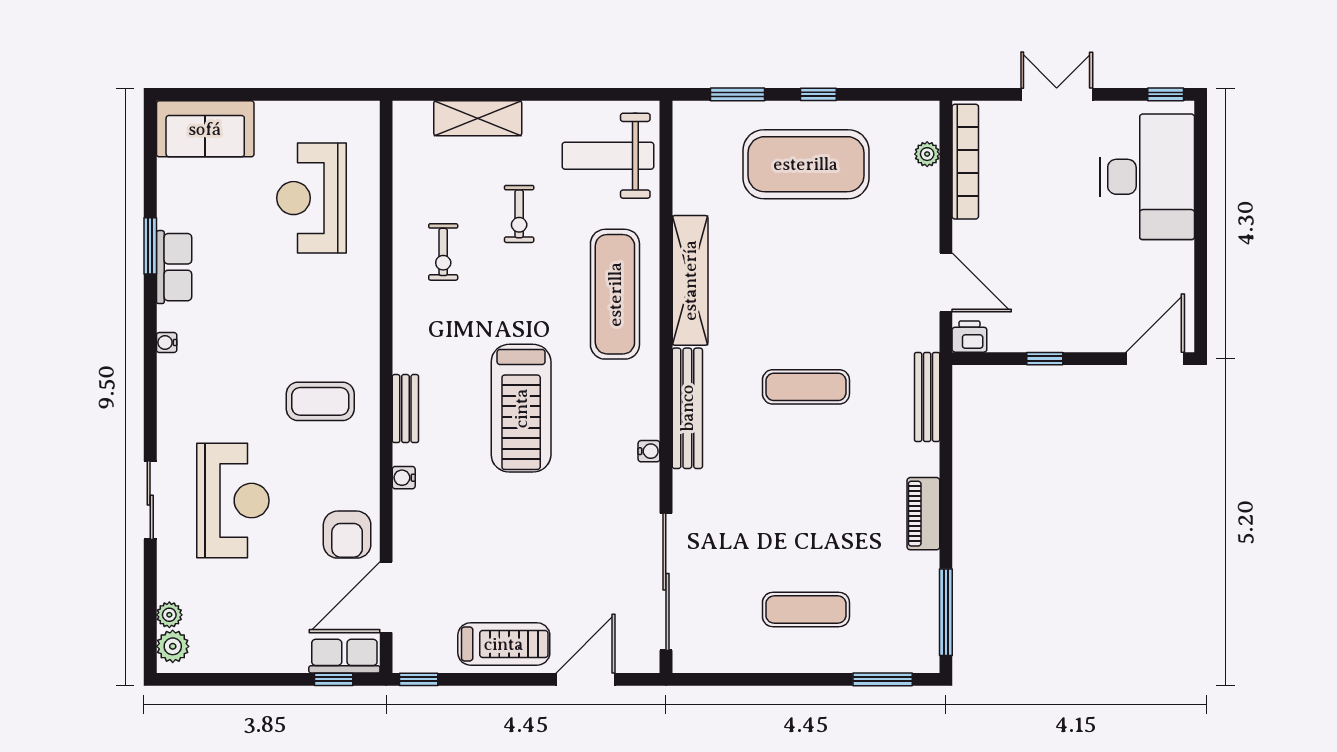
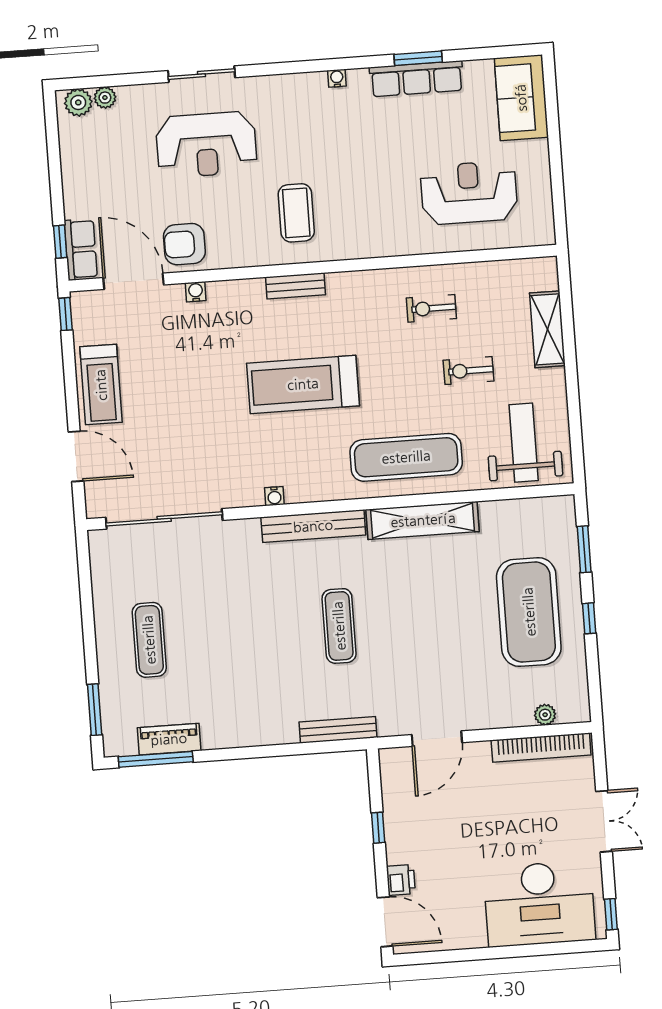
row of seats: (174, 267) -> (416, 79), width x1.48
printer: (969, 337) -> (401, 880), moved
water cooler: (404, 478) -> (196, 292), moved
piano: (923, 514) -> (169, 739), moved

